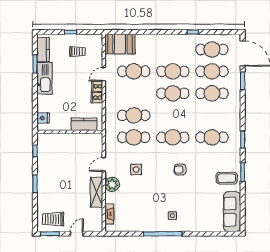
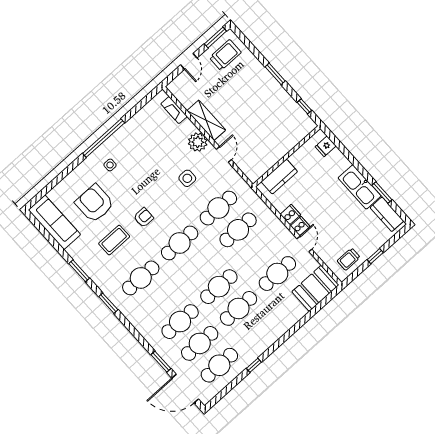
trolley: (77, 52) -> (349, 259), moved
coffee table: (227, 178) -> (114, 240), moved
armchair: (200, 202) -> (95, 203), added

